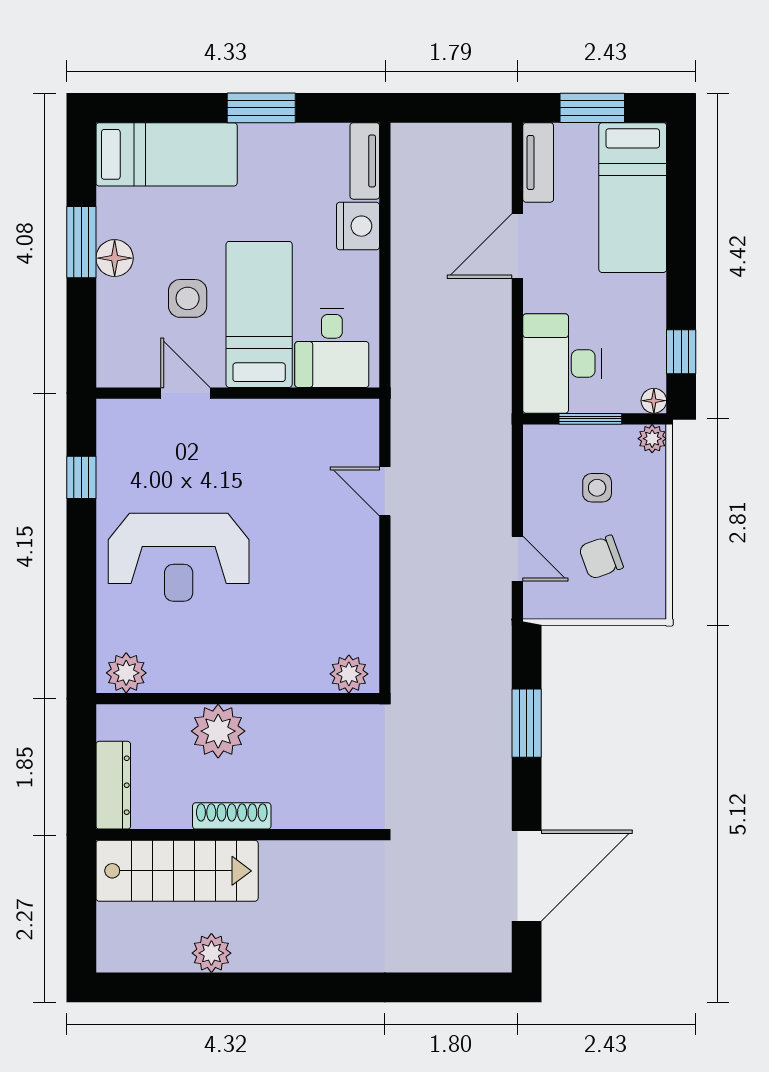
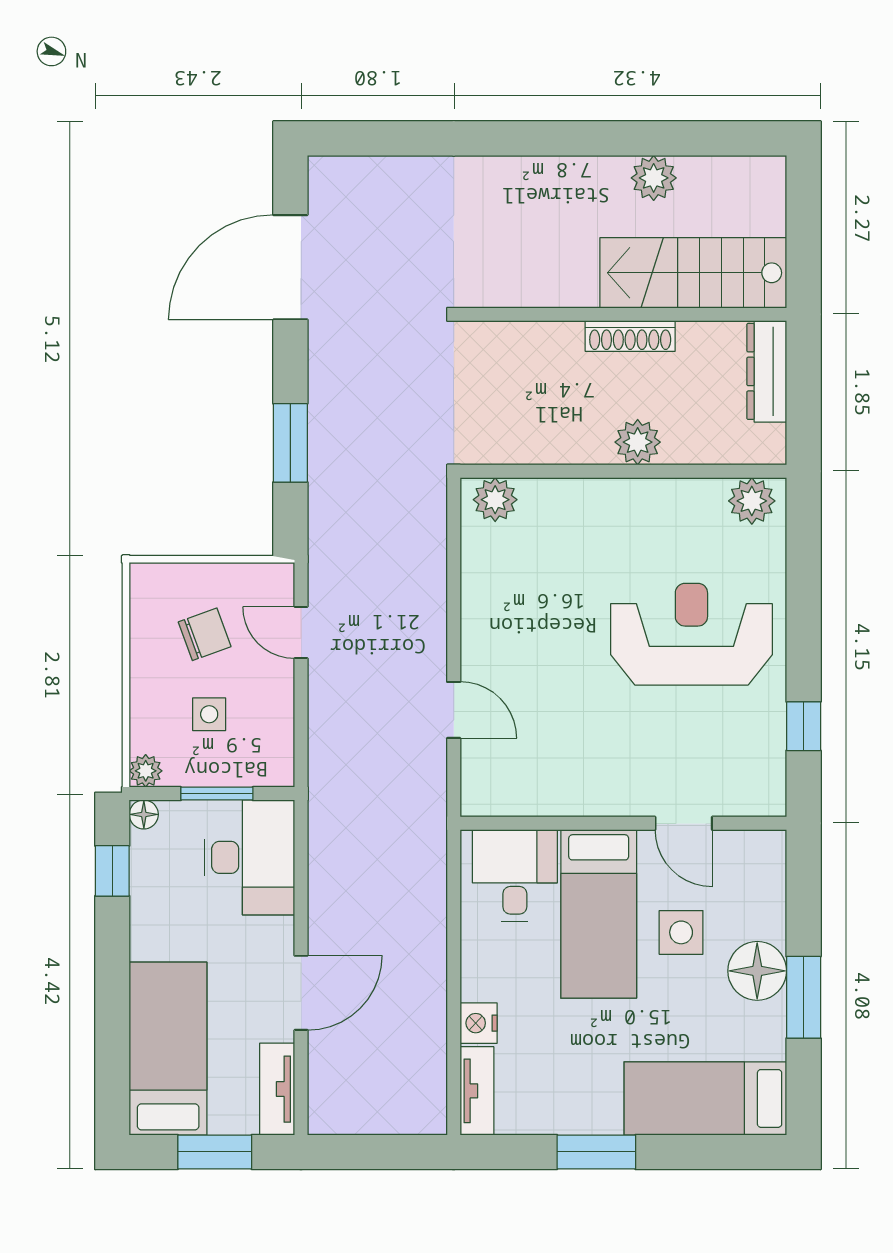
nightstand: (358, 226) -> (479, 1023), width x0.74, depth x0.75
floor lamp: (115, 258) -> (757, 971), width x1.38, depth x1.38
plant: (218, 731) -> (638, 442), width x0.73, depth x0.73

